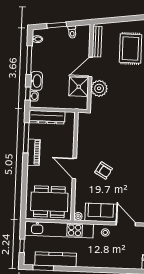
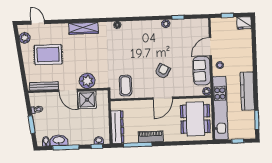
washbasin: (36, 81) -> (59, 140), moved
coffee table: (91, 129) -> (126, 86), added
kitchen counter: (56, 259) -> (247, 91), moved

